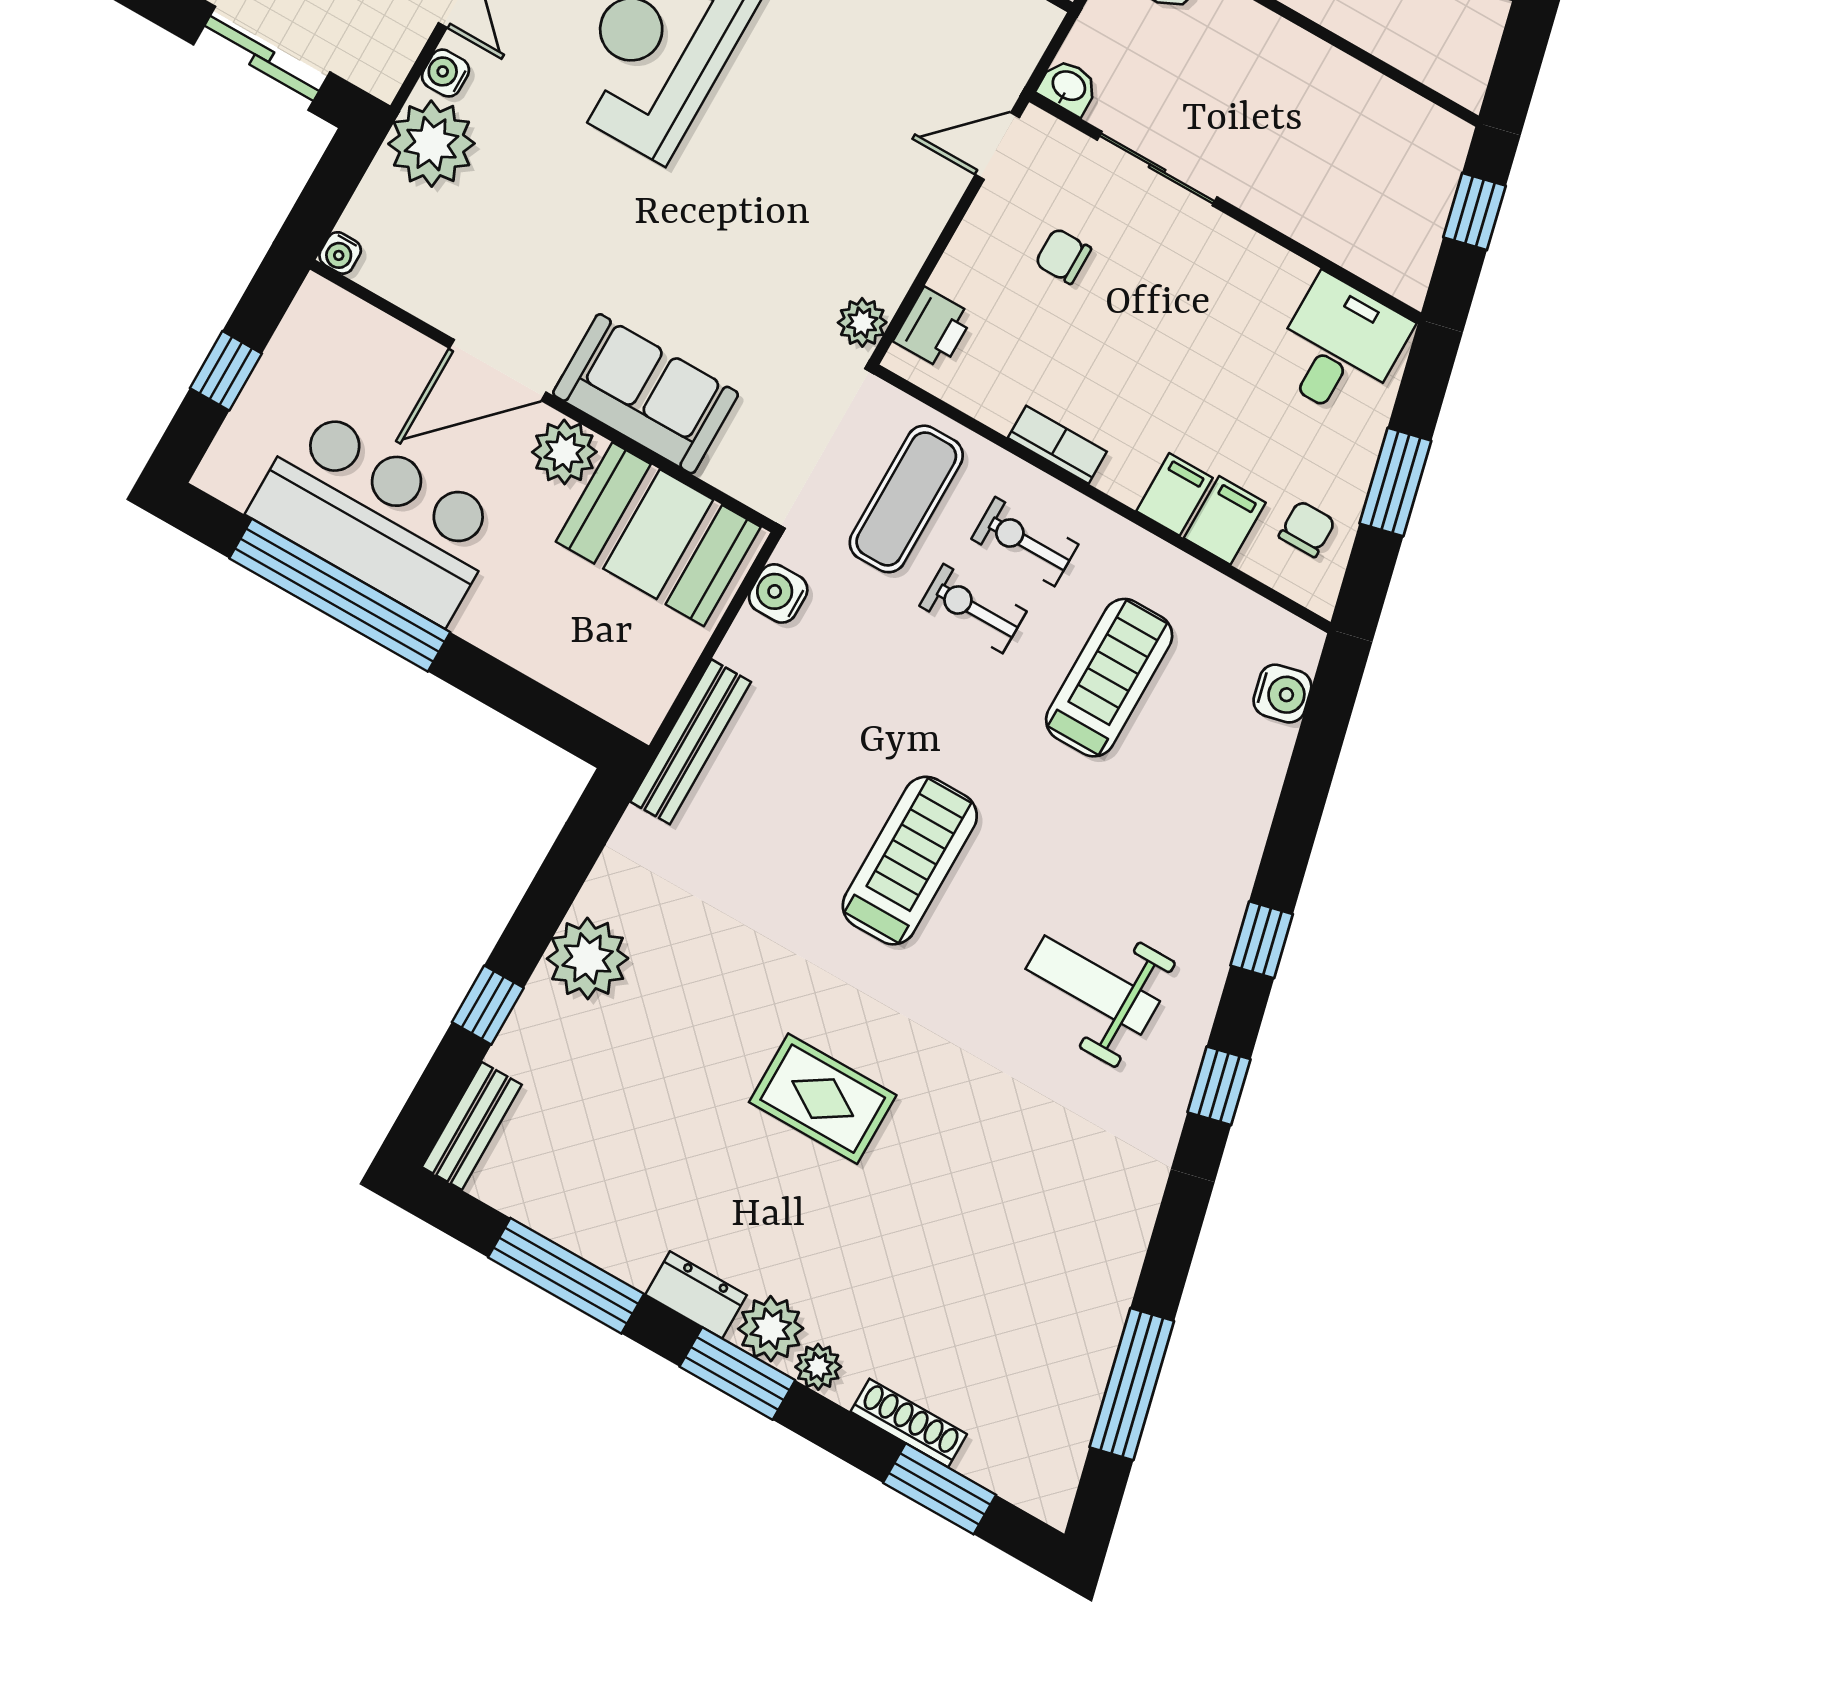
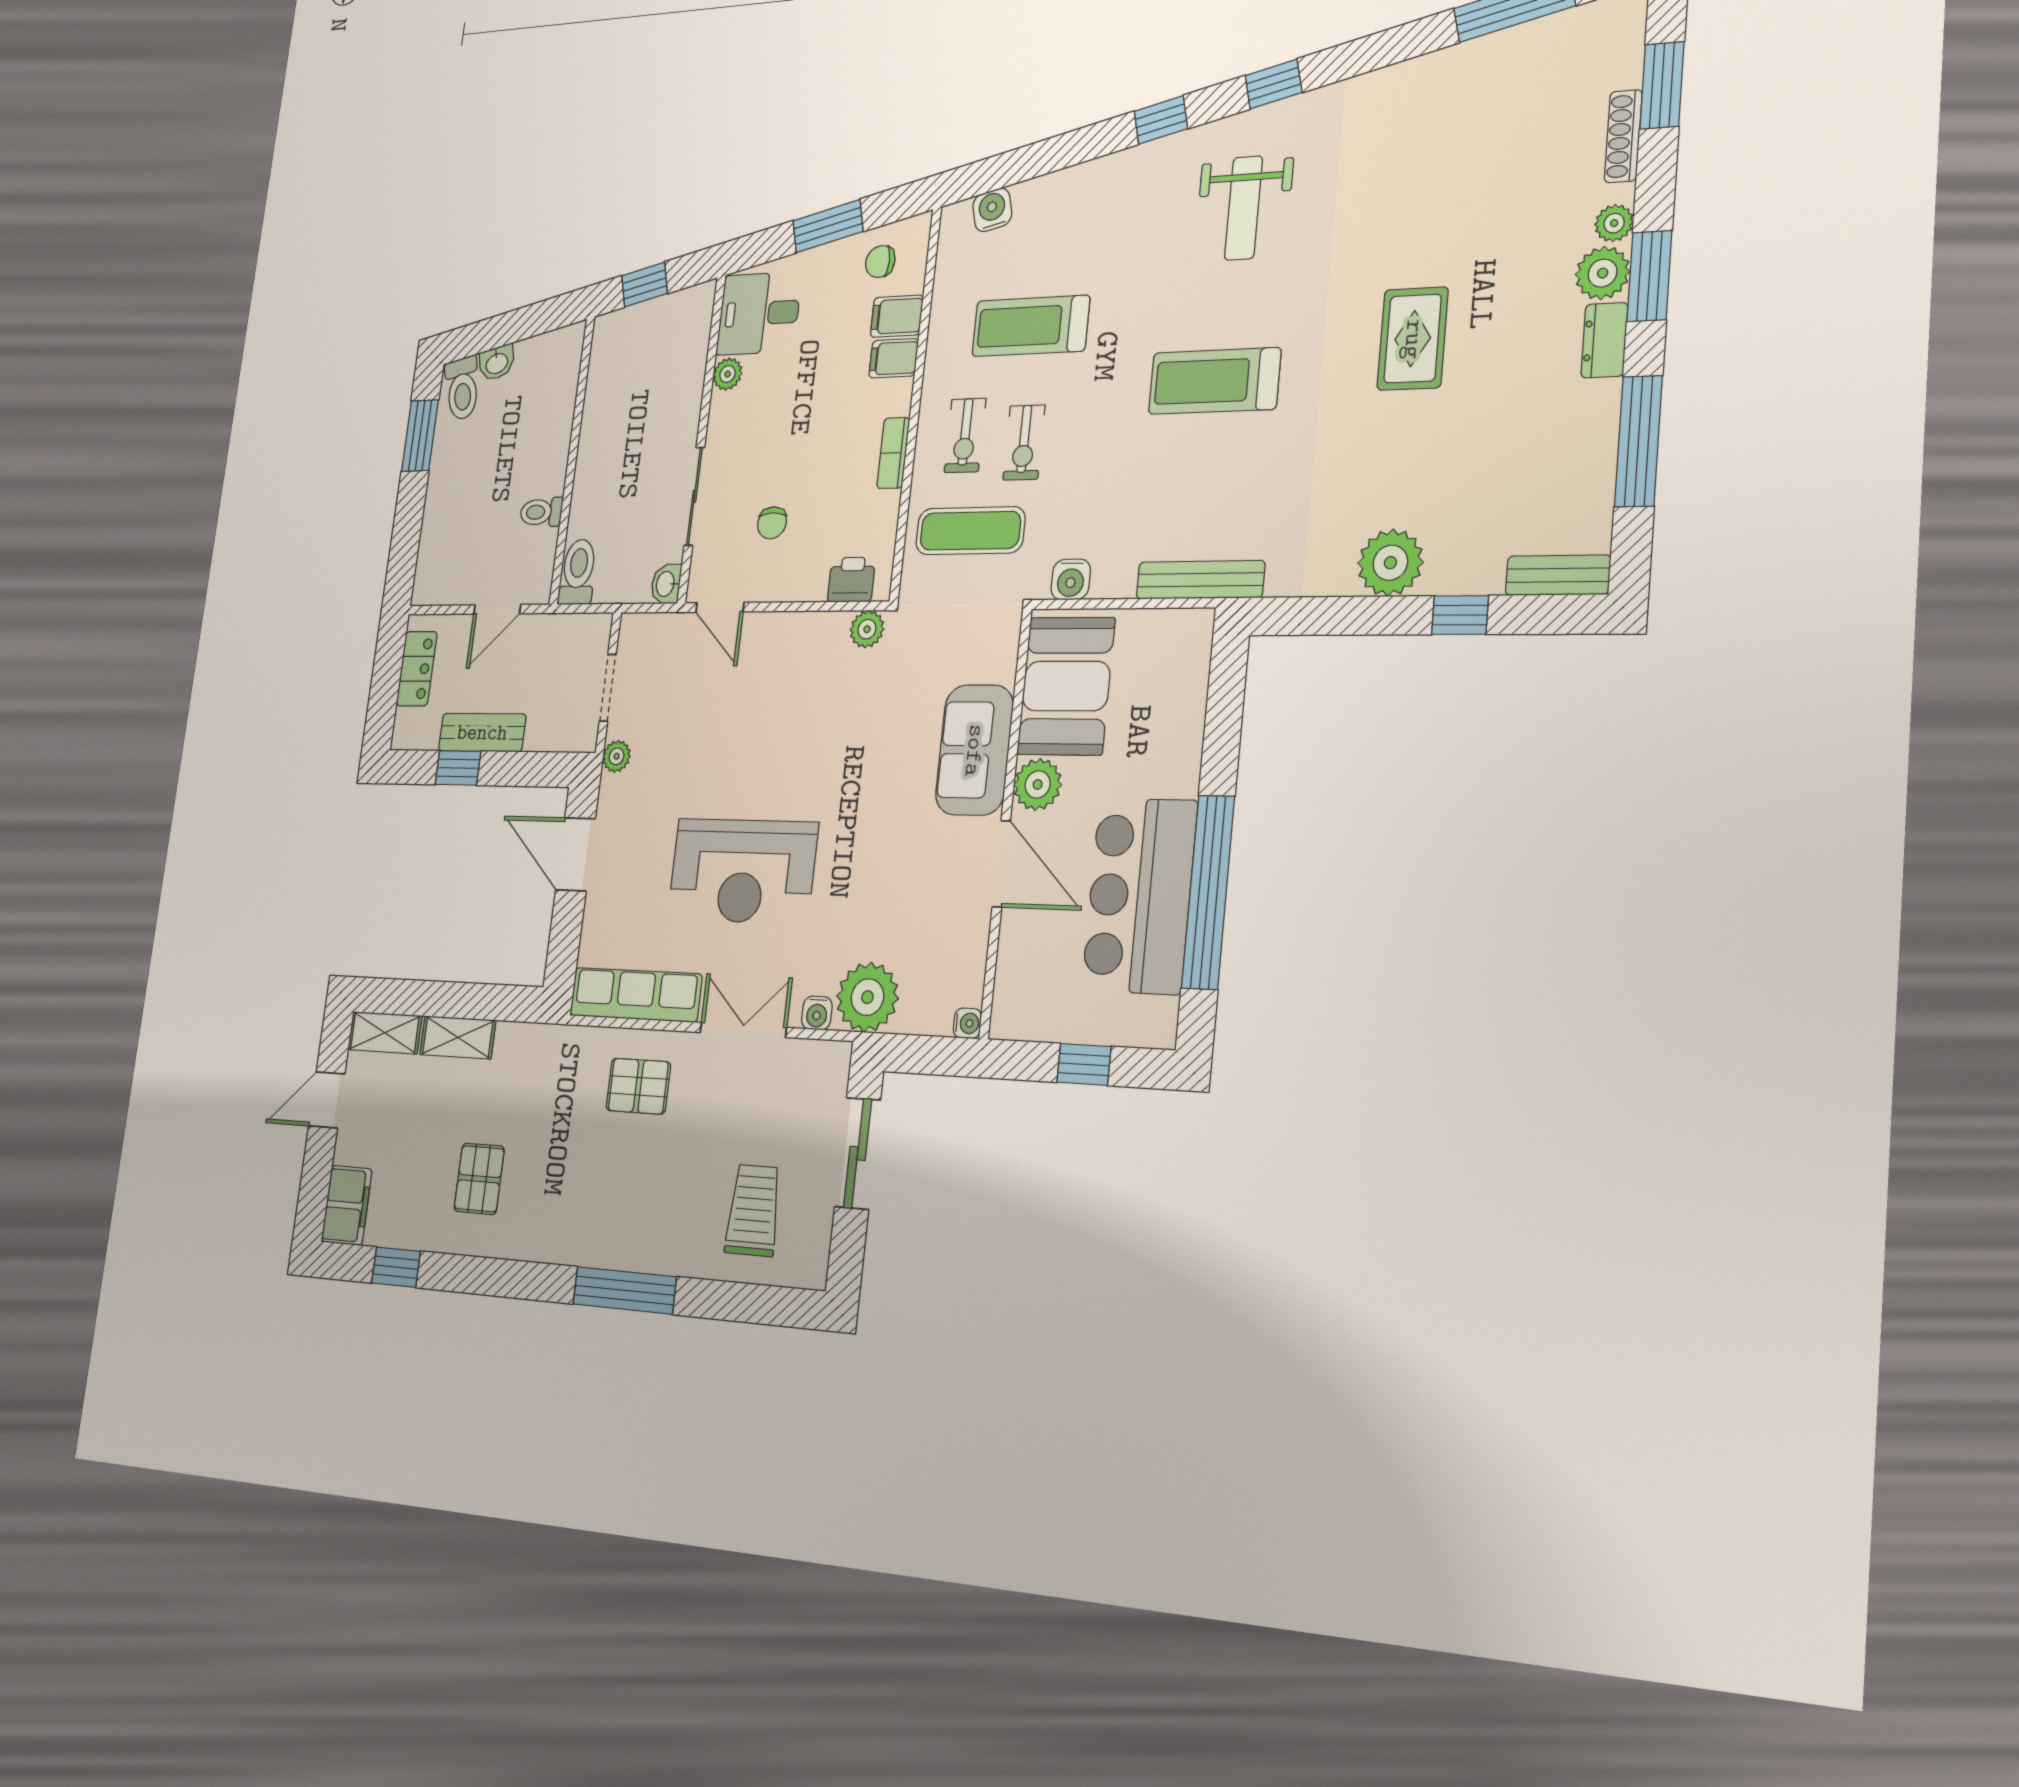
plant: (1287, 275) -> (728, 374), added

